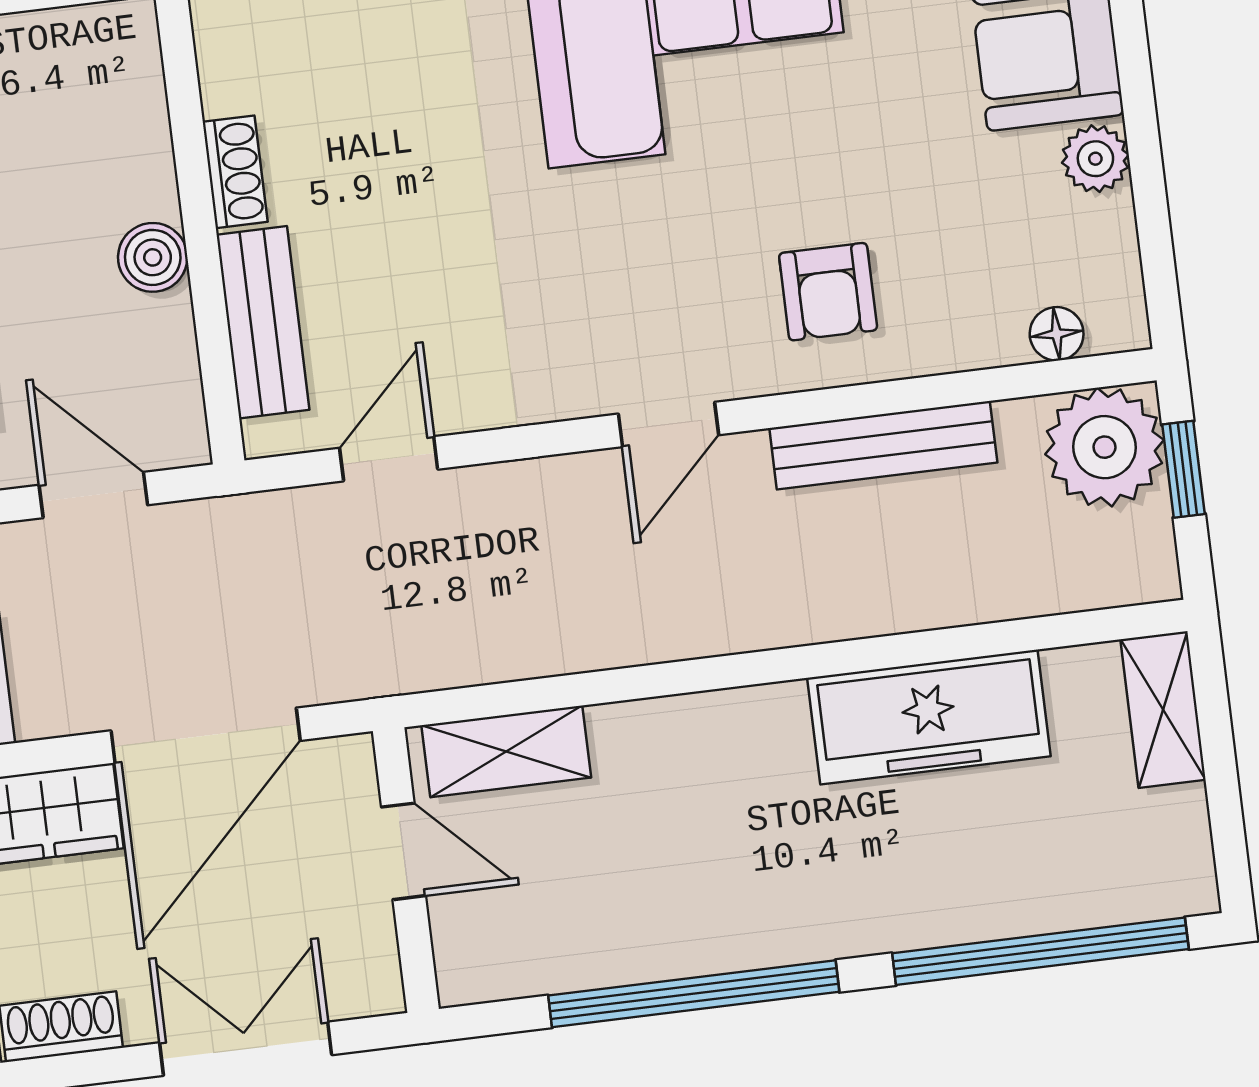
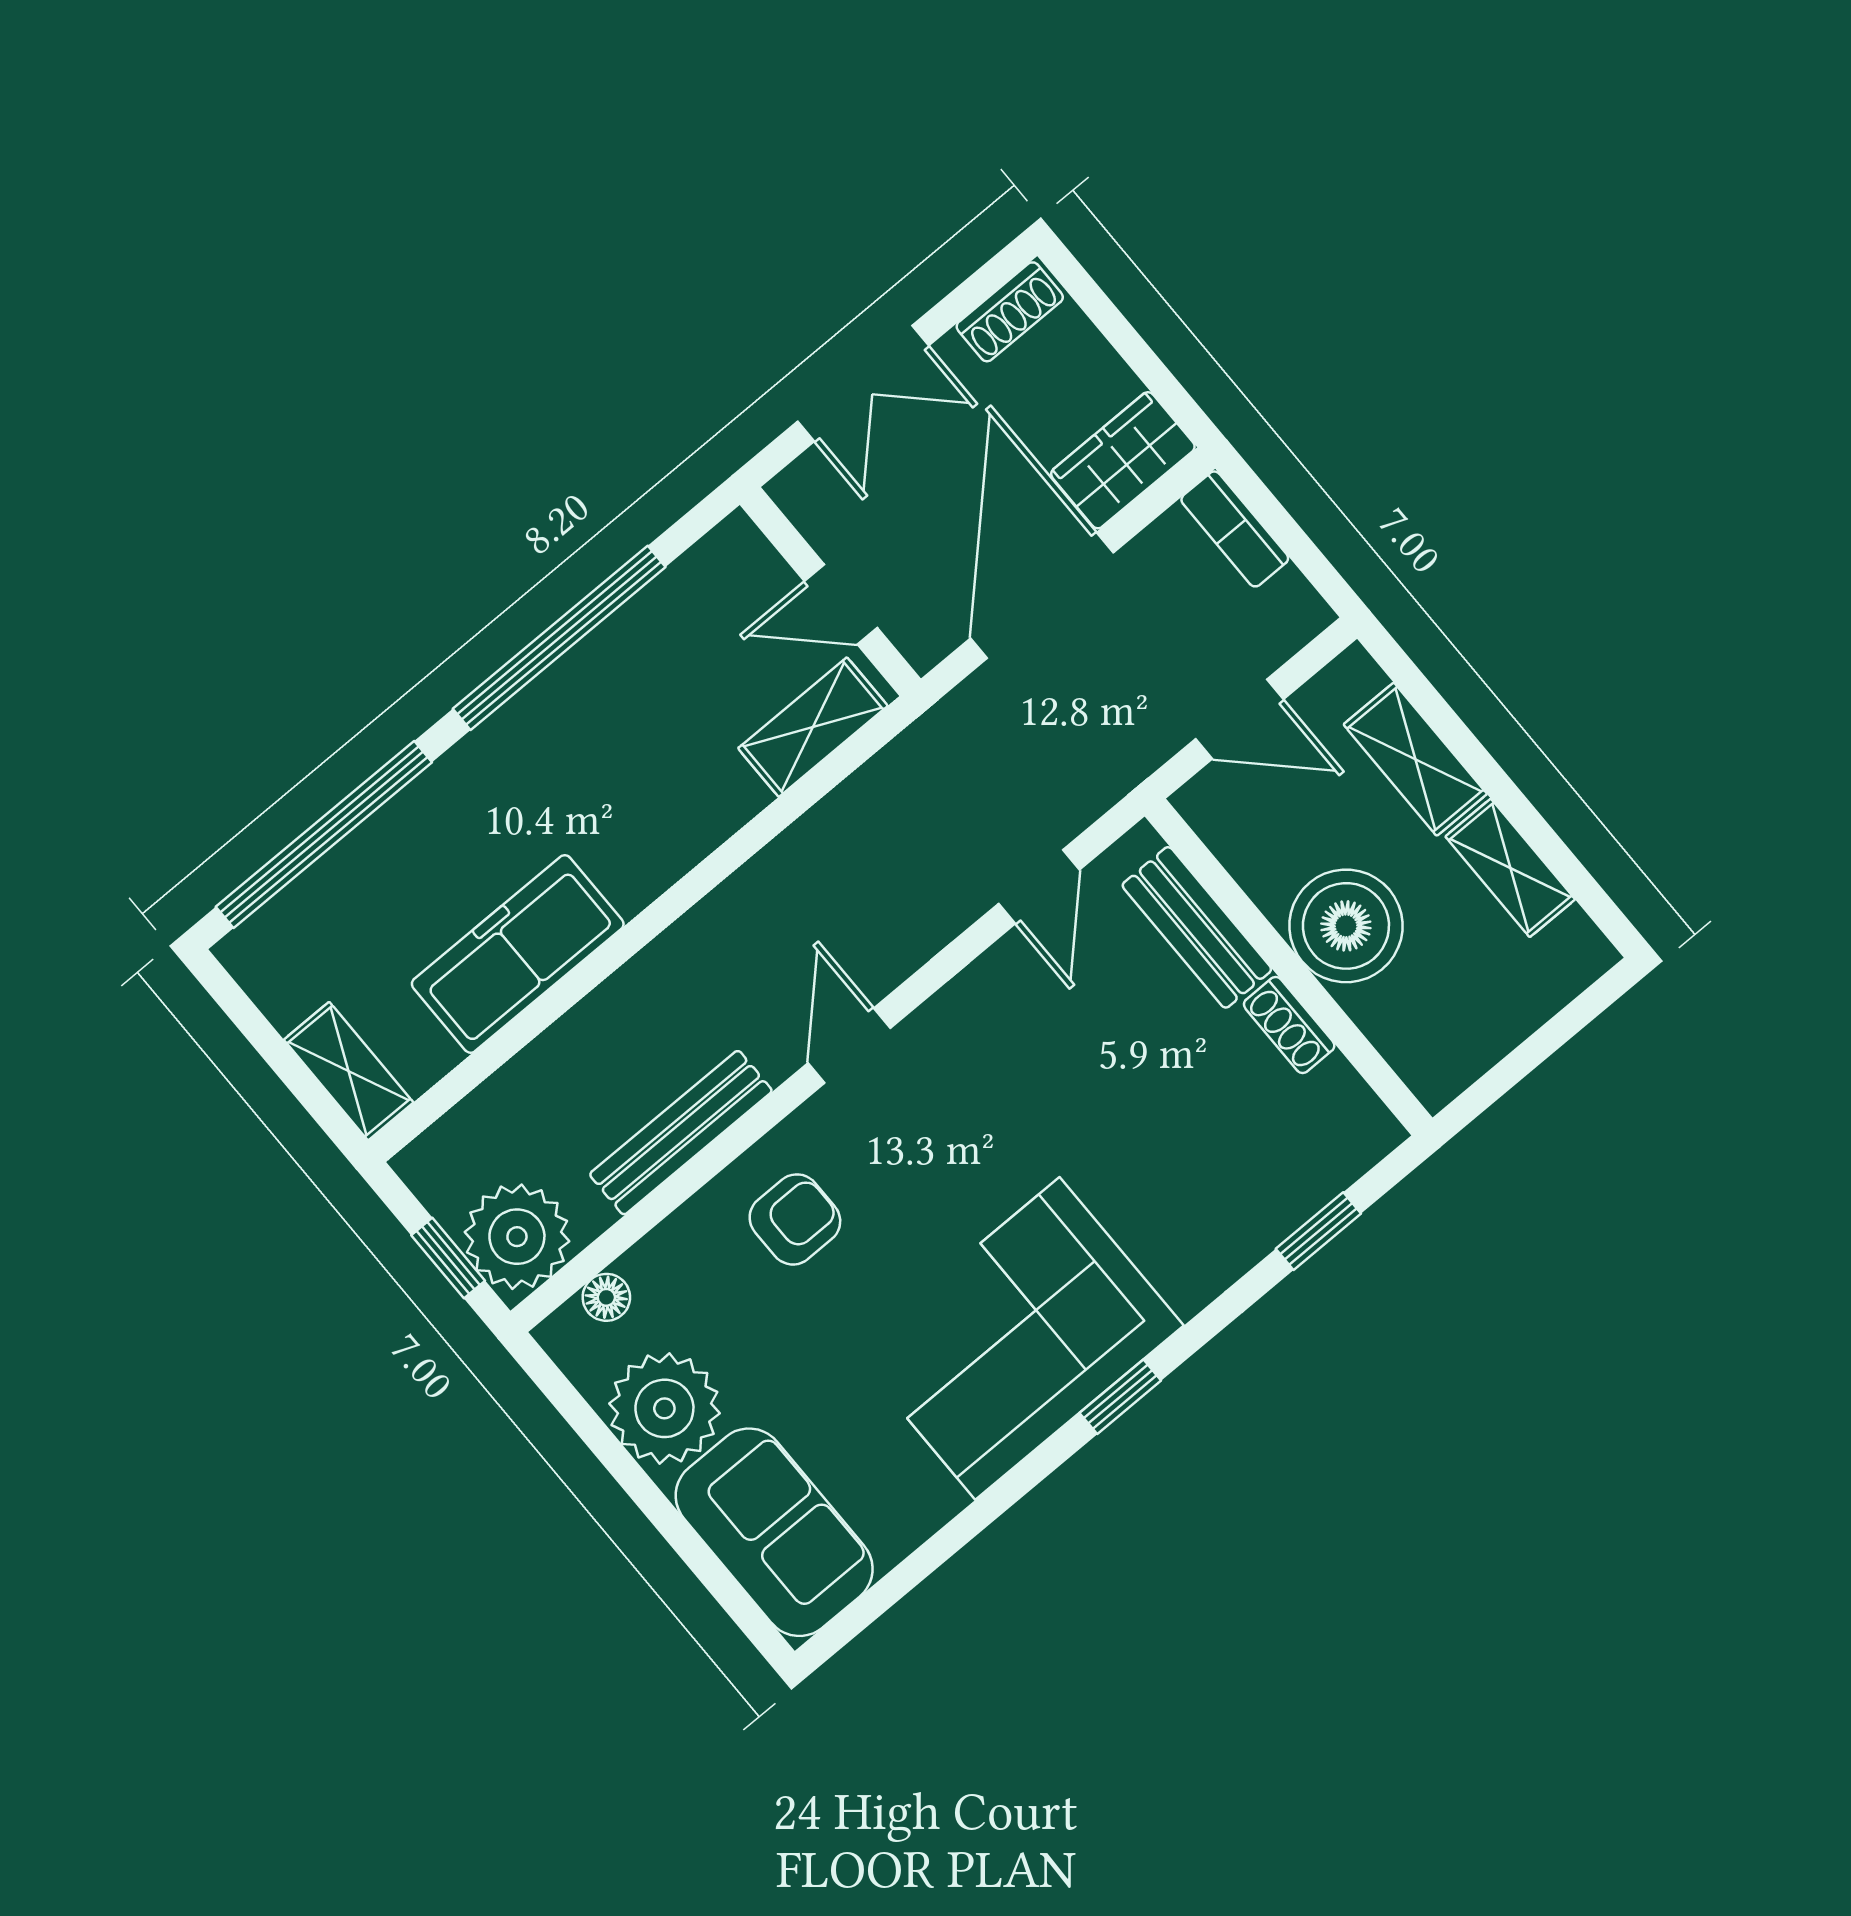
plant: (1095, 159) -> (664, 1408), width x1.88, depth x1.88
boiler: (153, 257) -> (1346, 926), width x1.86, depth x1.86
armchair: (828, 292) -> (795, 1219), turned 90

